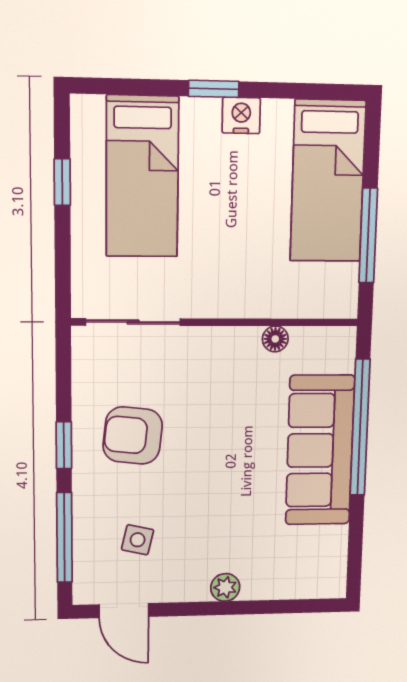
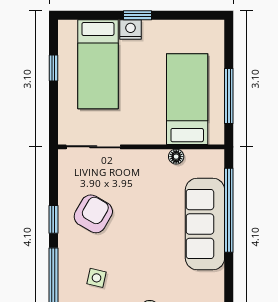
nightstand: (241, 115) -> (130, 29), moved
bed: (328, 181) -> (187, 99), moved, turned 180
armchair: (133, 435) -> (93, 214), turned 114

